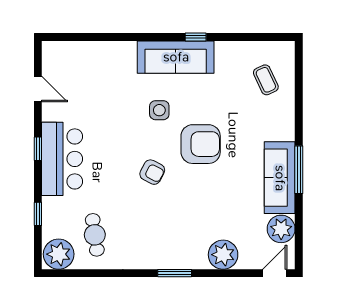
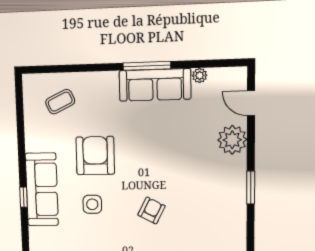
window: (196, 37) -> (23, 197), moved
armchair: (201, 144) -> (95, 156), moved
plant: (281, 229) -> (200, 75), width x0.53, depth x0.53
door: (275, 273) -> (251, 103), moved

